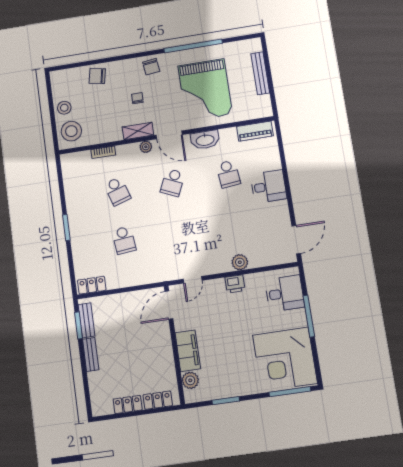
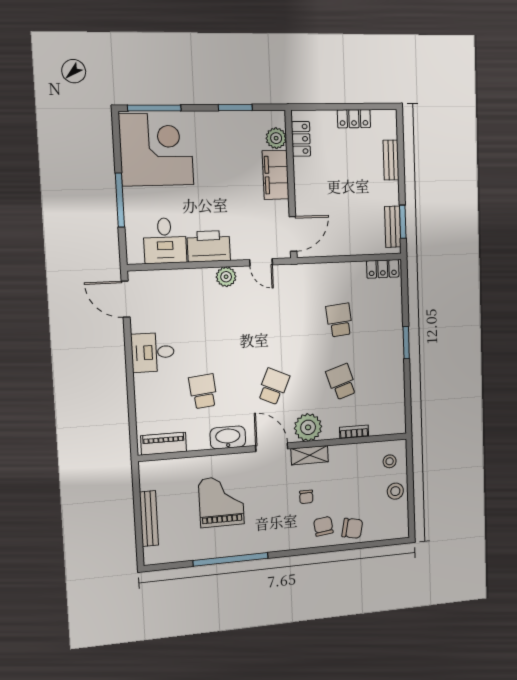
chair: (151, 67) -> (323, 526), moved
grand piano: (205, 90) -> (221, 501), width x0.73, depth x0.68
stool: (71, 131) -> (390, 461), width x0.53, depth x0.53
plant: (146, 147) -> (308, 427), width x1.87, depth x1.87
desk: (269, 186) -> (153, 352), moved
door: (296, 240) -> (126, 299), hinge flipped
plant: (240, 262) -> (226, 277), moved
door: (193, 280) -> (261, 262), swing flipped
printer: (235, 284) -> (209, 246), width x1.87, depth x1.48
desk: (285, 293) -> (165, 241), moved, turned -90
bench: (91, 355) -> (391, 160), moved
locker: (158, 400) -> (301, 139), moved, turned -90

